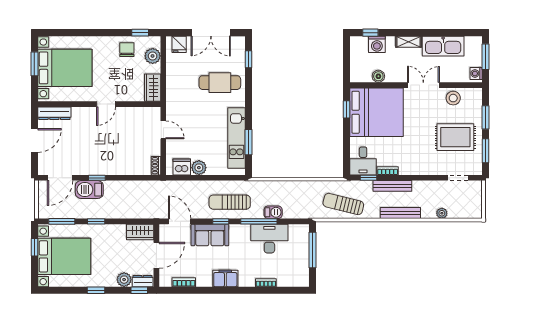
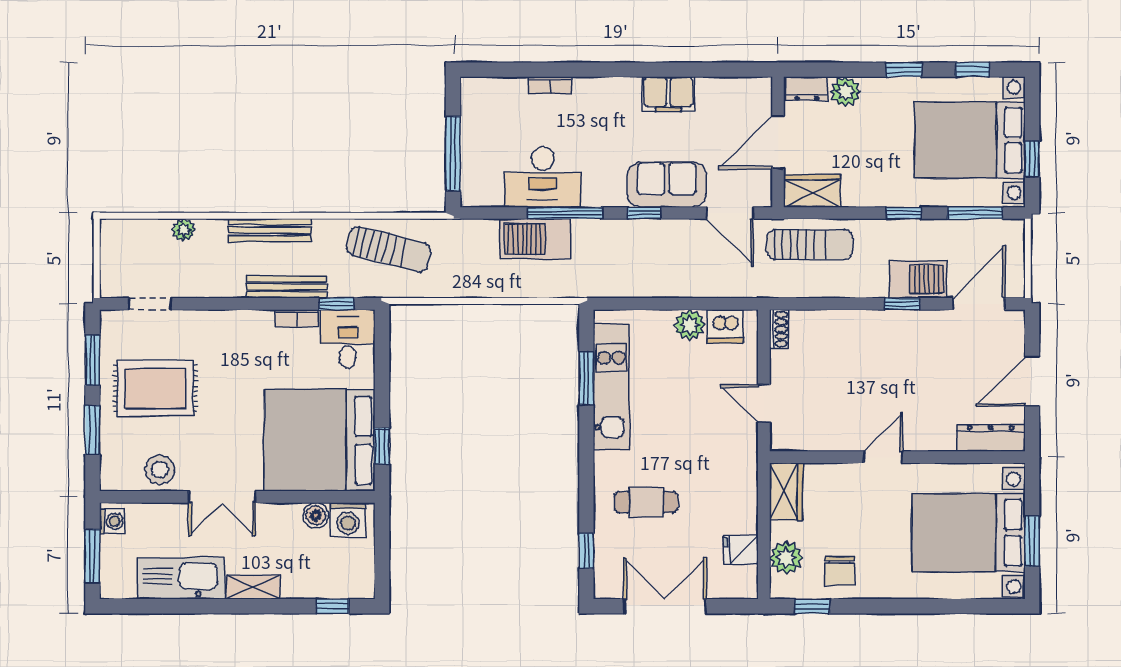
fridge: (179, 44) -> (741, 550), moved, turned -90
washing machine: (377, 44) -> (348, 520), moved, turned 180
cafe table: (220, 83) -> (646, 502), width x0.73, depth x0.74
sun lounger: (230, 202) -> (810, 245), moved
barbecue: (273, 212) -> (535, 239), width x1.88, depth x1.53
filing cabinet: (225, 278) -> (668, 94), moved
bookcase: (184, 282) -> (721, 86), removed
window: (139, 290) -> (972, 70), moved

